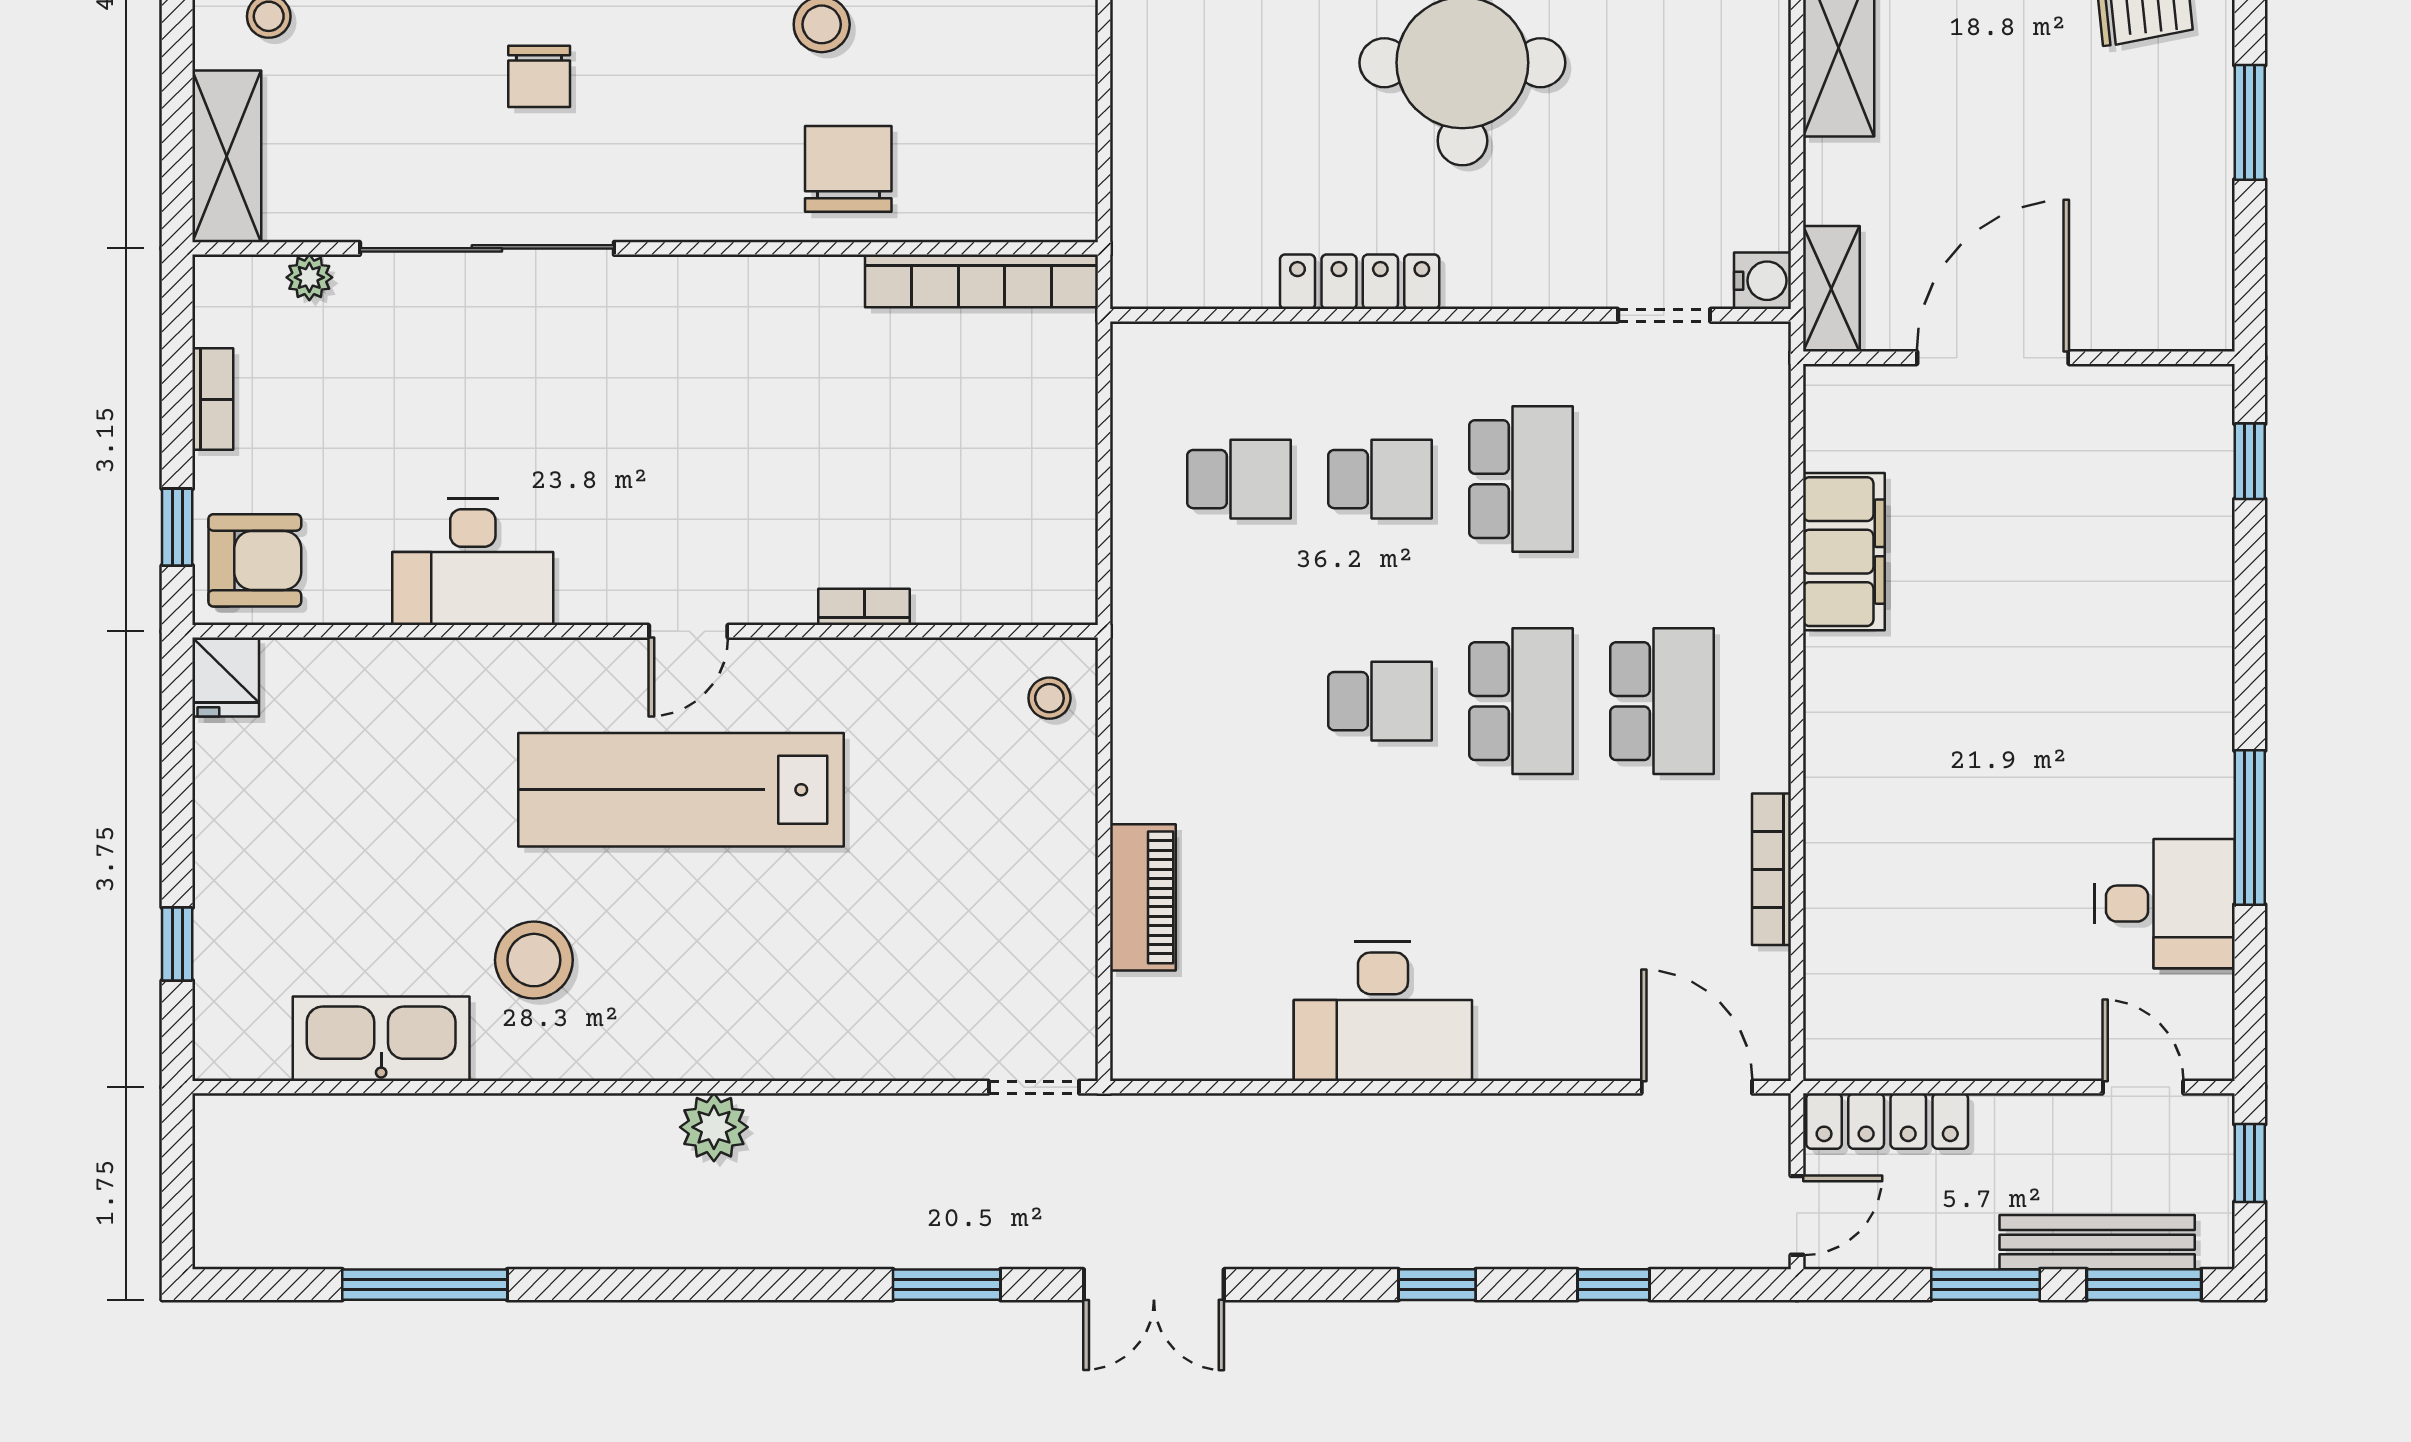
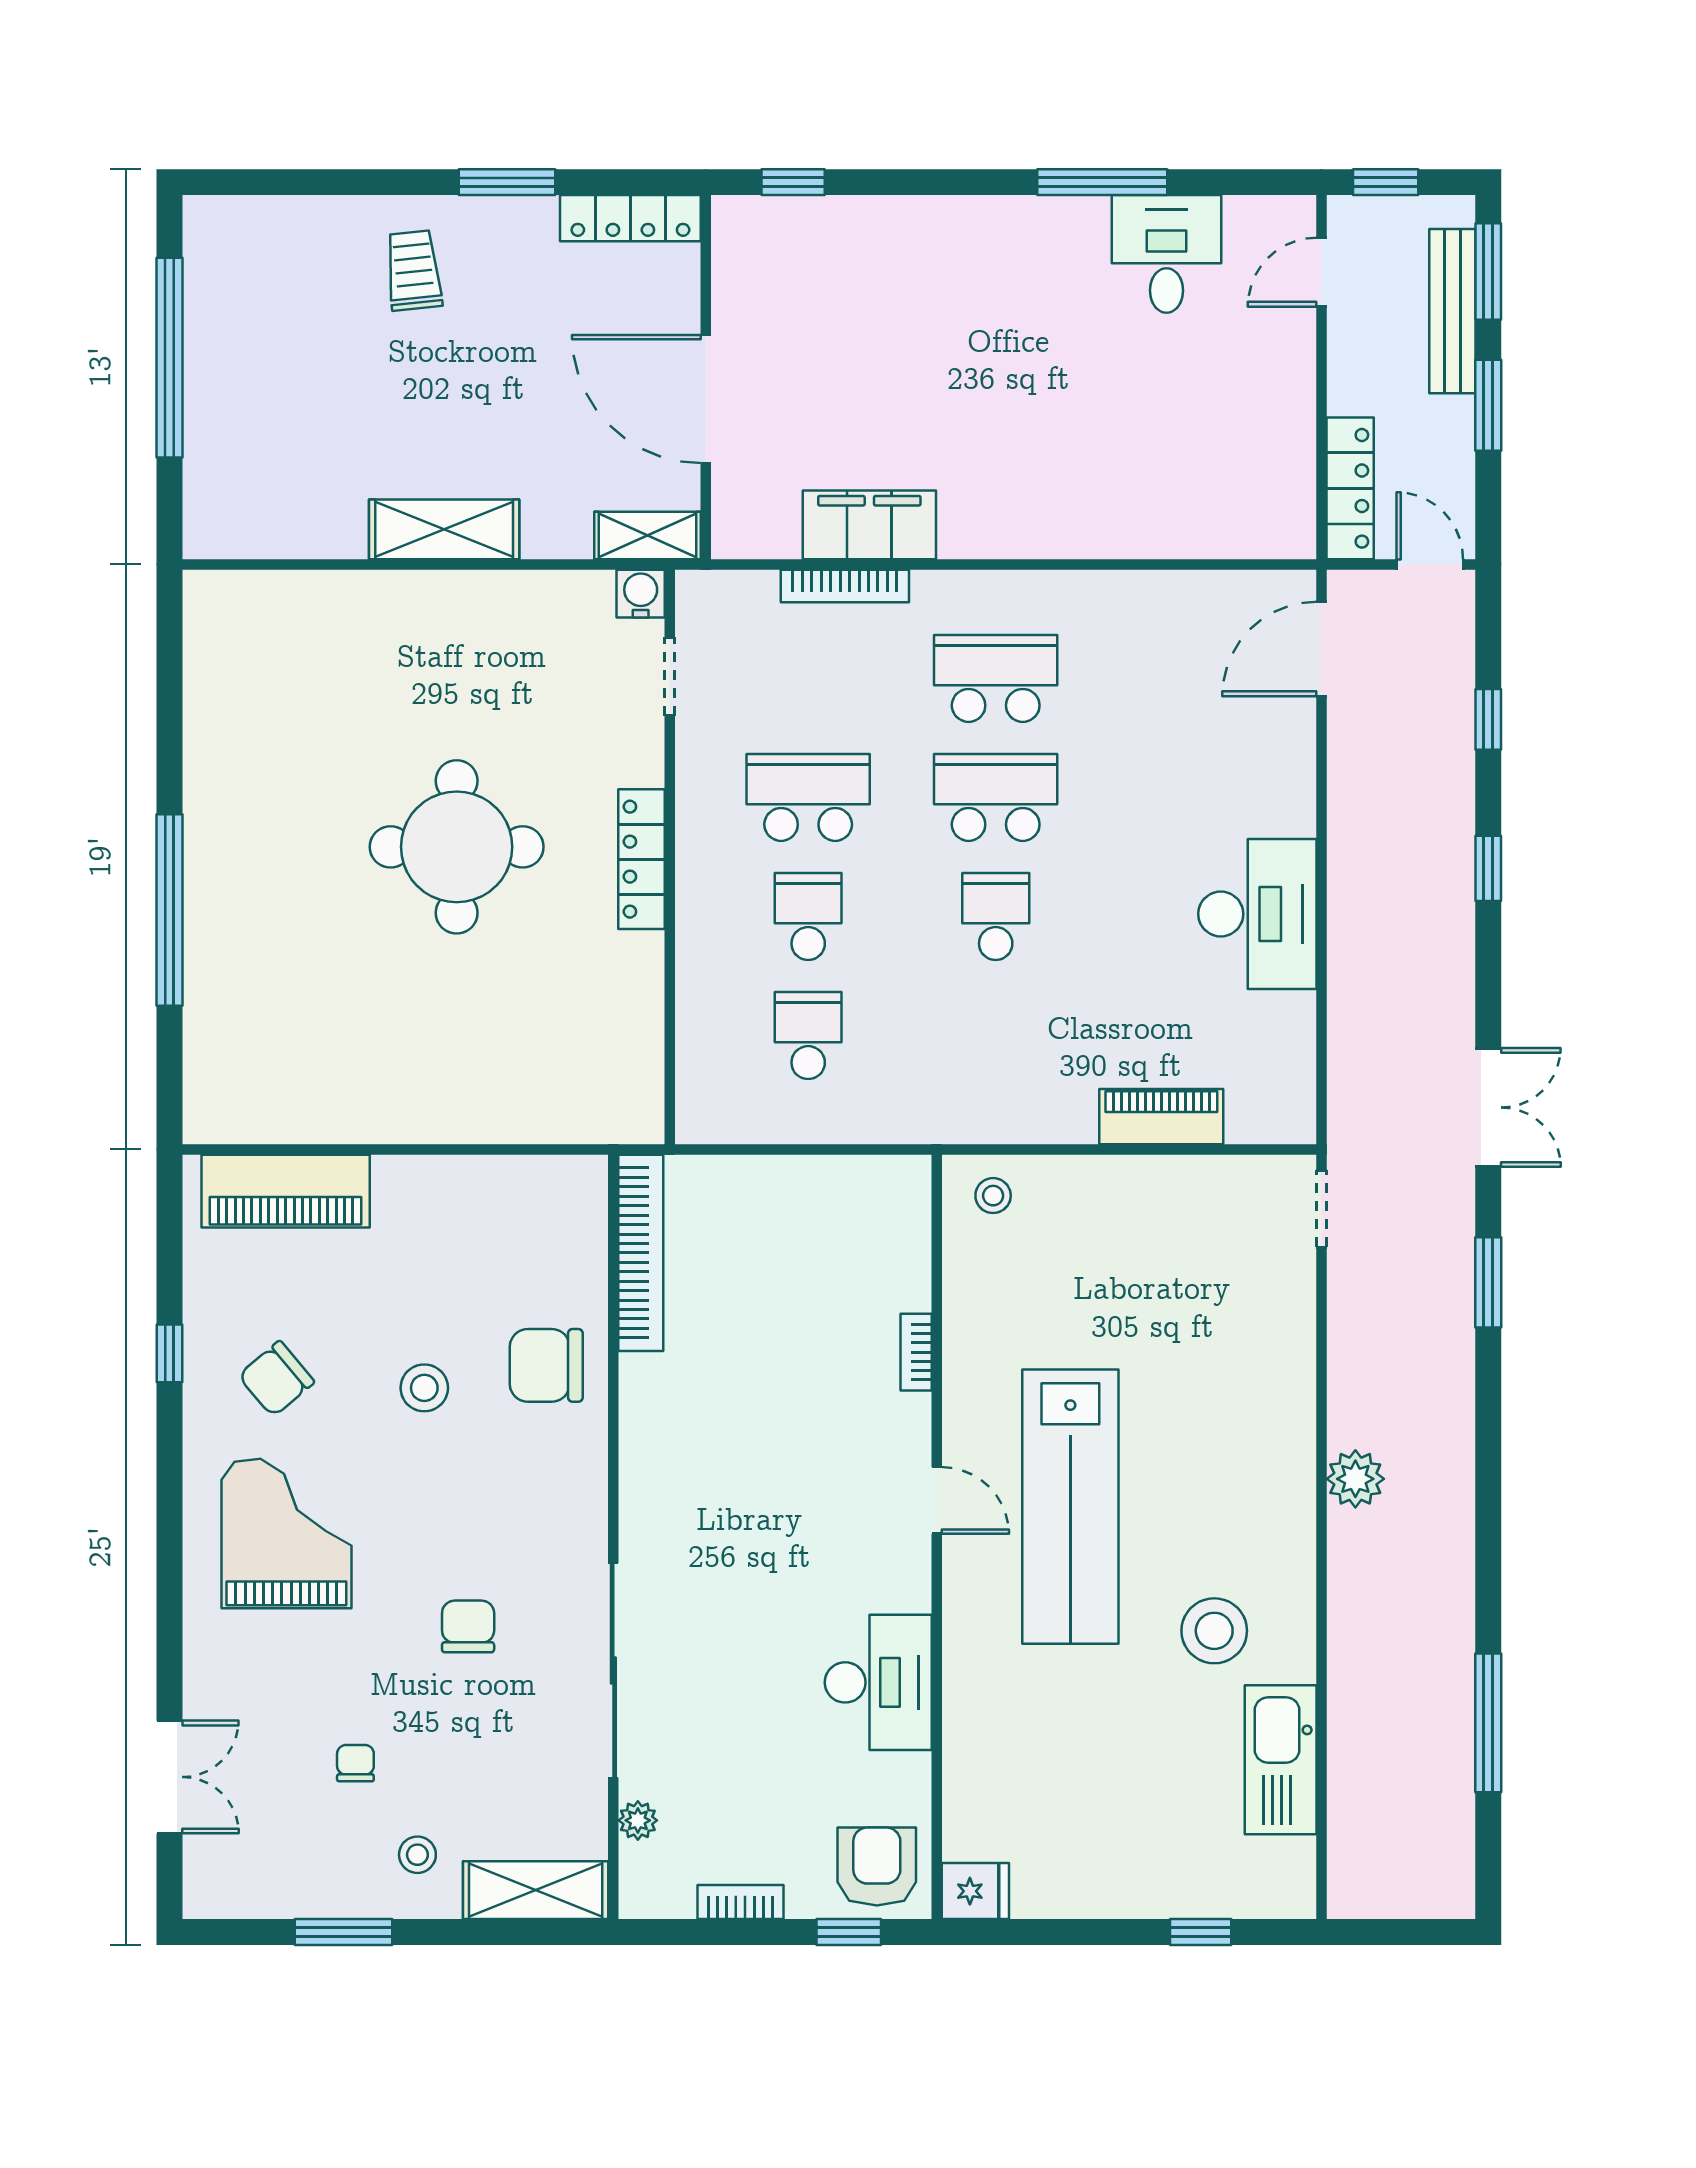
chair: (539, 76) -> (468, 1626), turned -90
locker: (2207, 269) -> (630, 218), added
locker: (1360, 282) -> (642, 859), moved
bookcase: (1771, 869) -> (845, 586), moved

